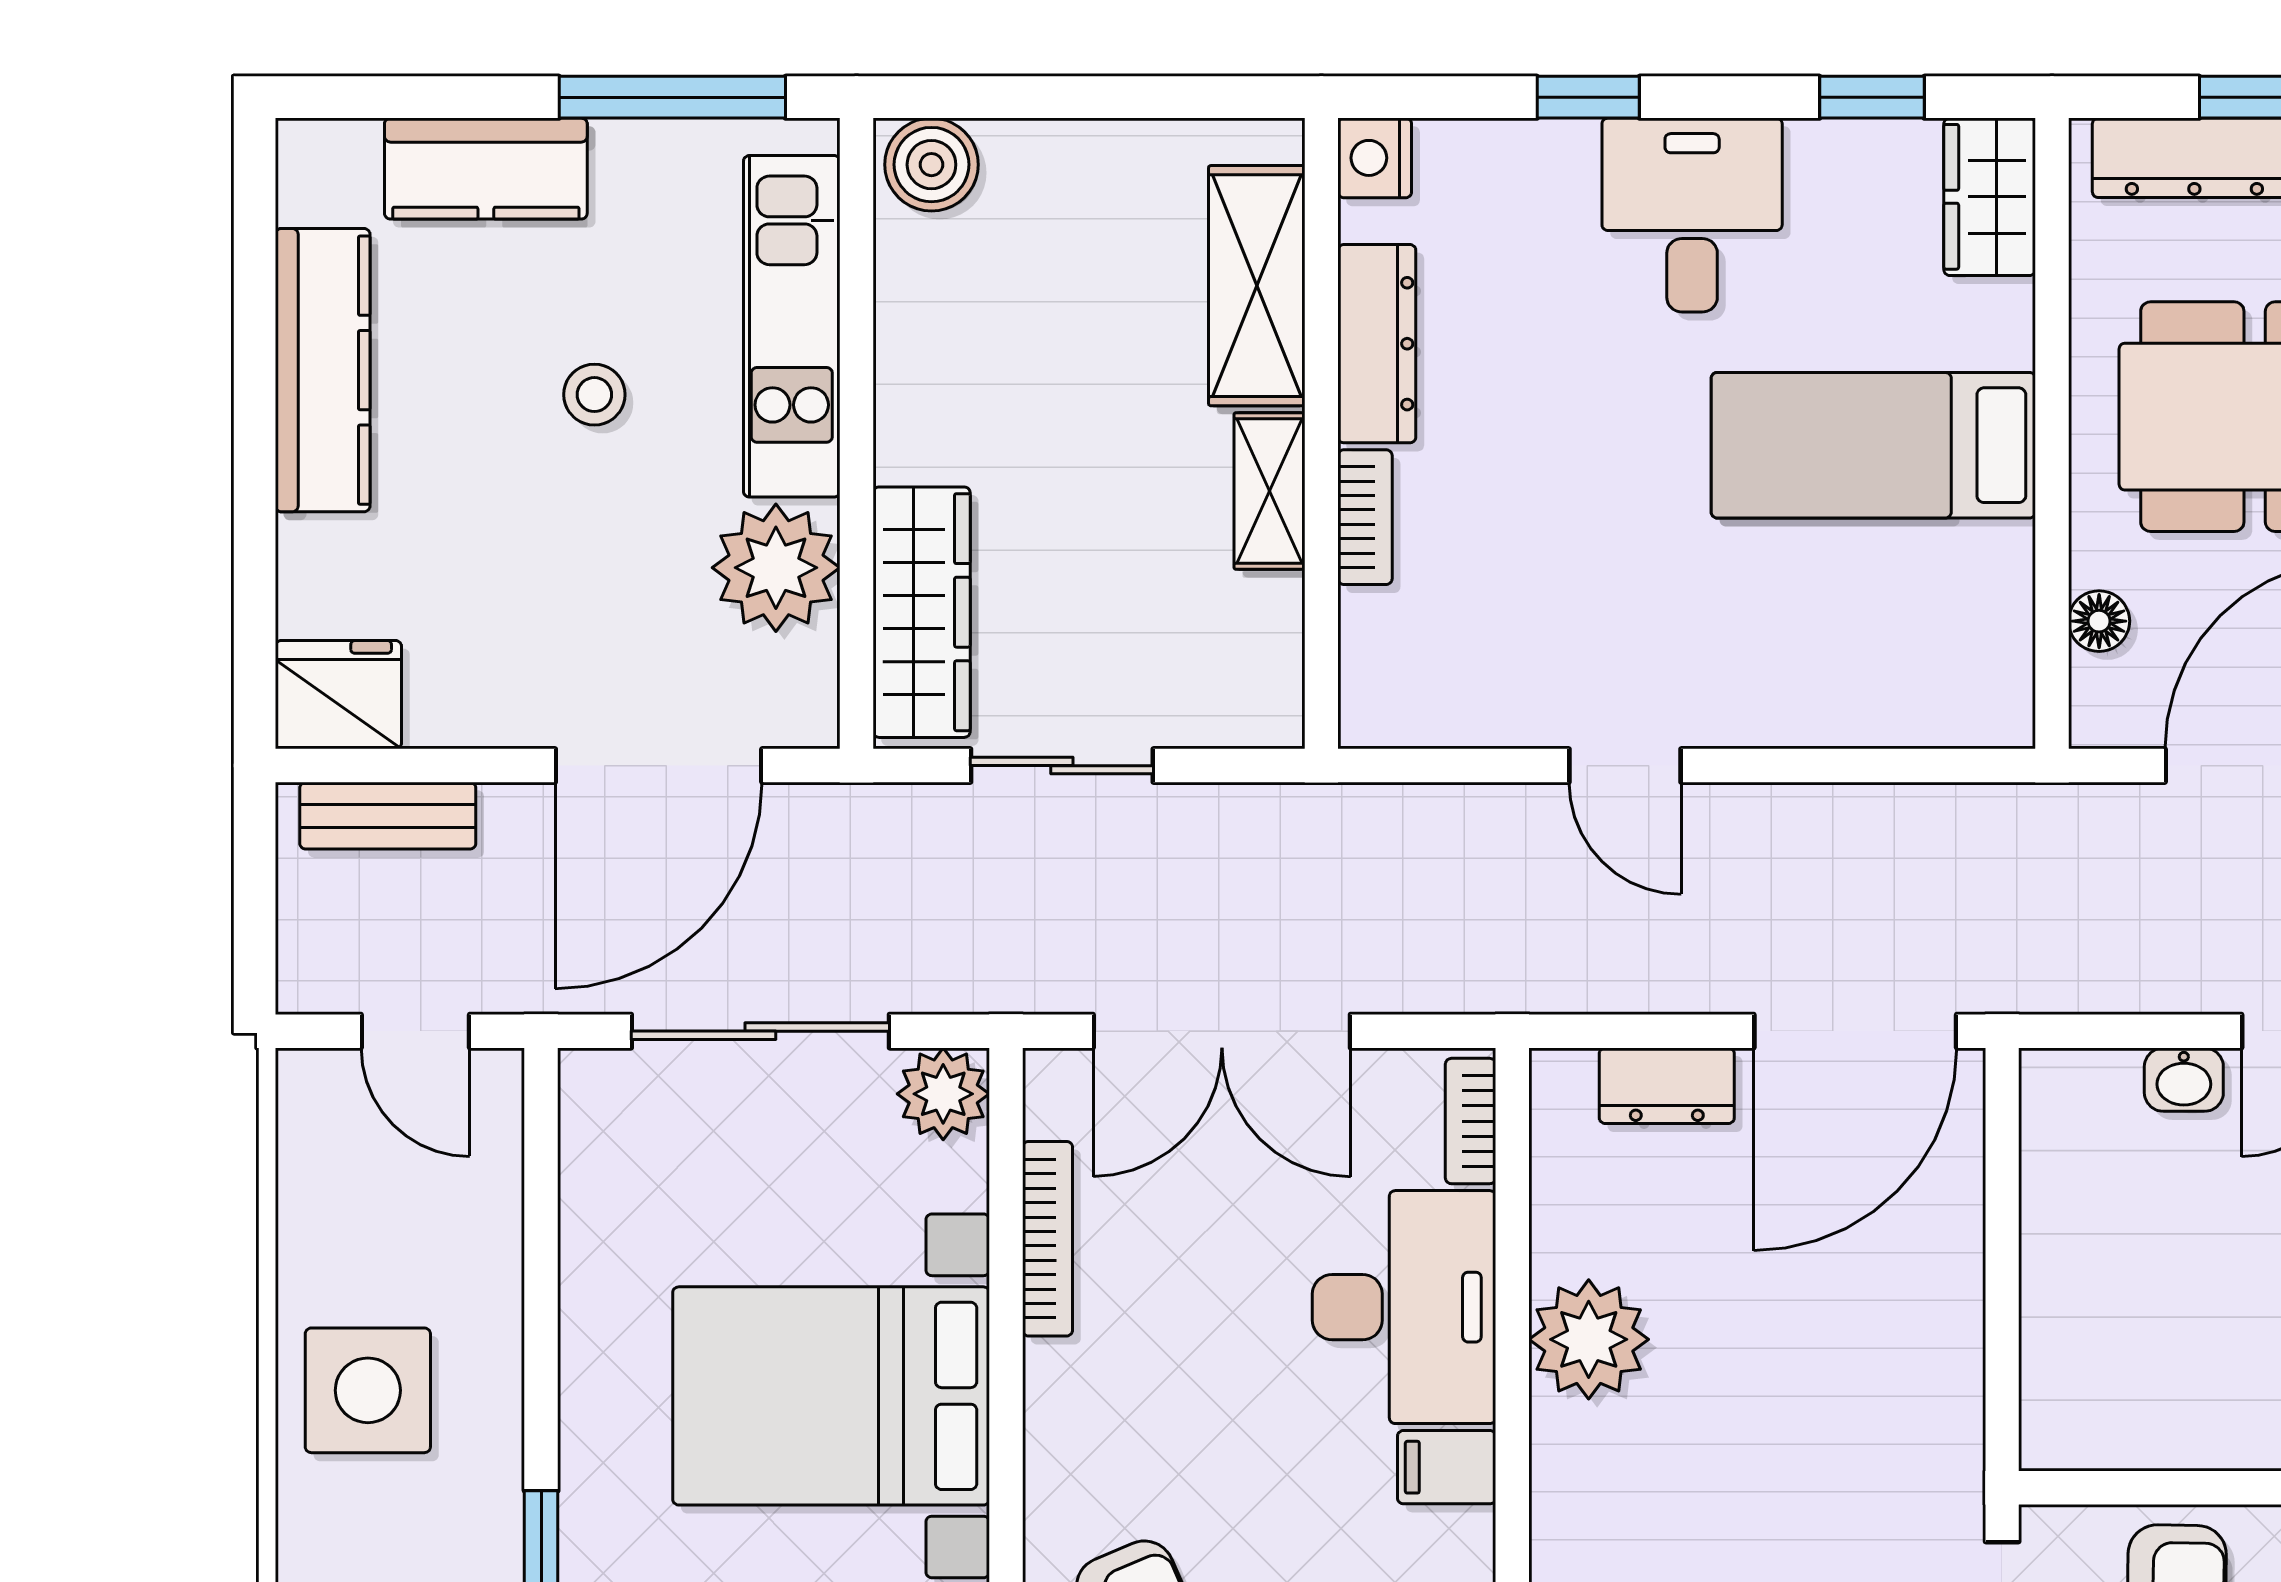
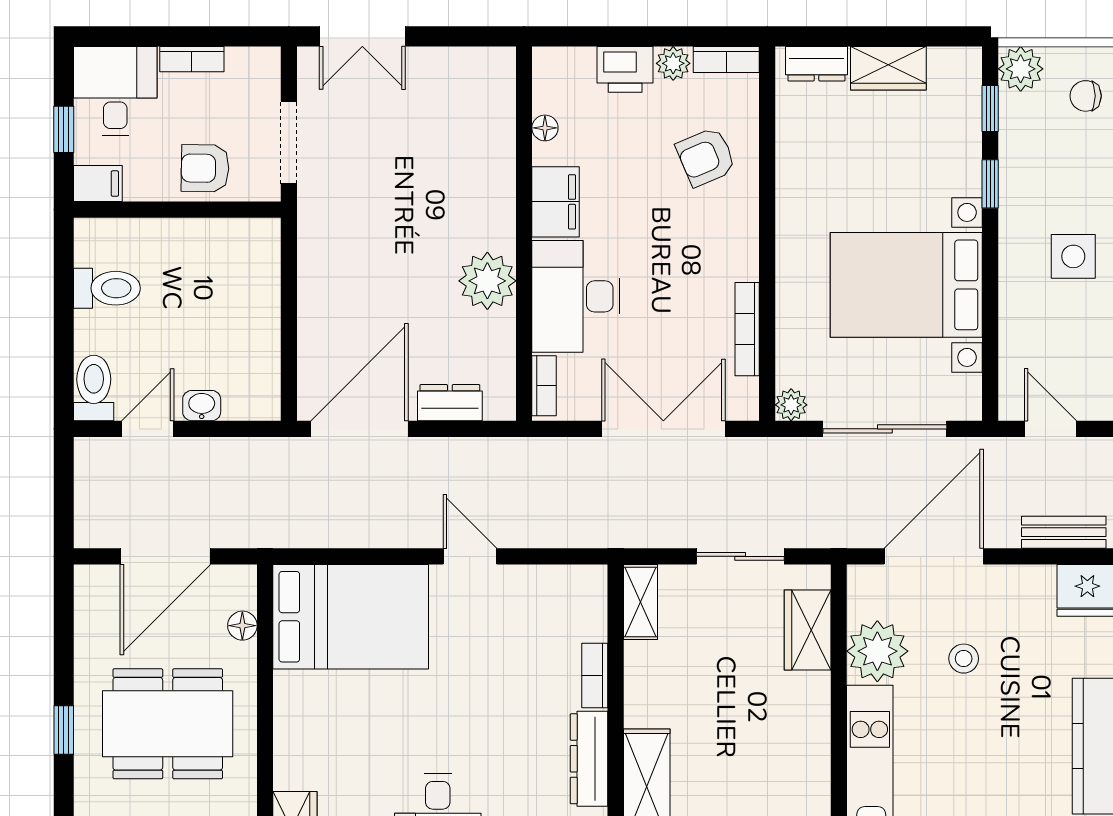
stool: (594, 395) -> (964, 659), moved
bed: (1873, 445) -> (351, 617), moved, width x1.50
shelving: (1270, 491) -> (641, 602), moved
wardrobe: (922, 612) -> (808, 630), width x0.67
plant: (943, 1094) -> (791, 405), width x0.73, depth x0.73
side table: (368, 1390) -> (1073, 256), width x0.73, depth x0.73
bed with nightstands: (831, 1396) -> (906, 285), moved, turned 180
filing cabinet: (1447, 1467) -> (556, 202), width x2.00

